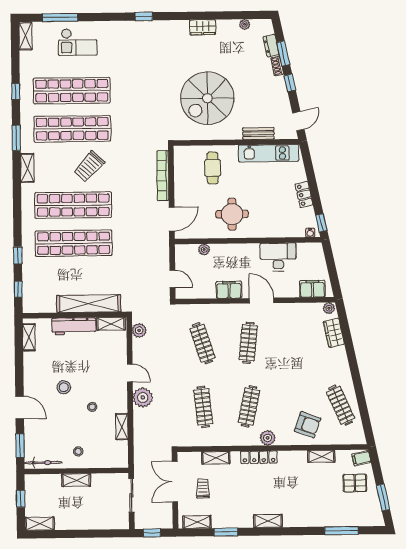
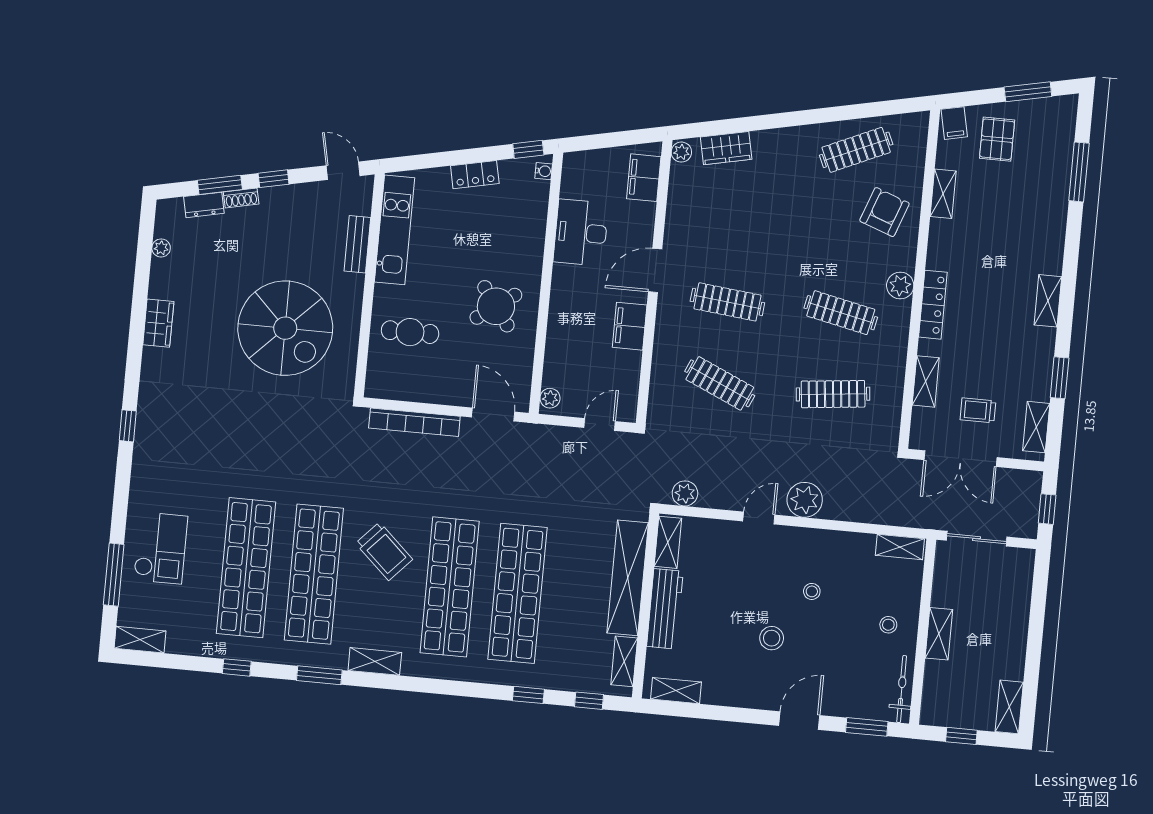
round table: (232, 214) -> (496, 306), turned -36
plant: (204, 249) -> (550, 398), moved
shelving: (42, 307) -> (624, 661), added
clothes rail: (202, 343) -> (720, 383), turned 42
shelving: (122, 427) -> (900, 547), moved

